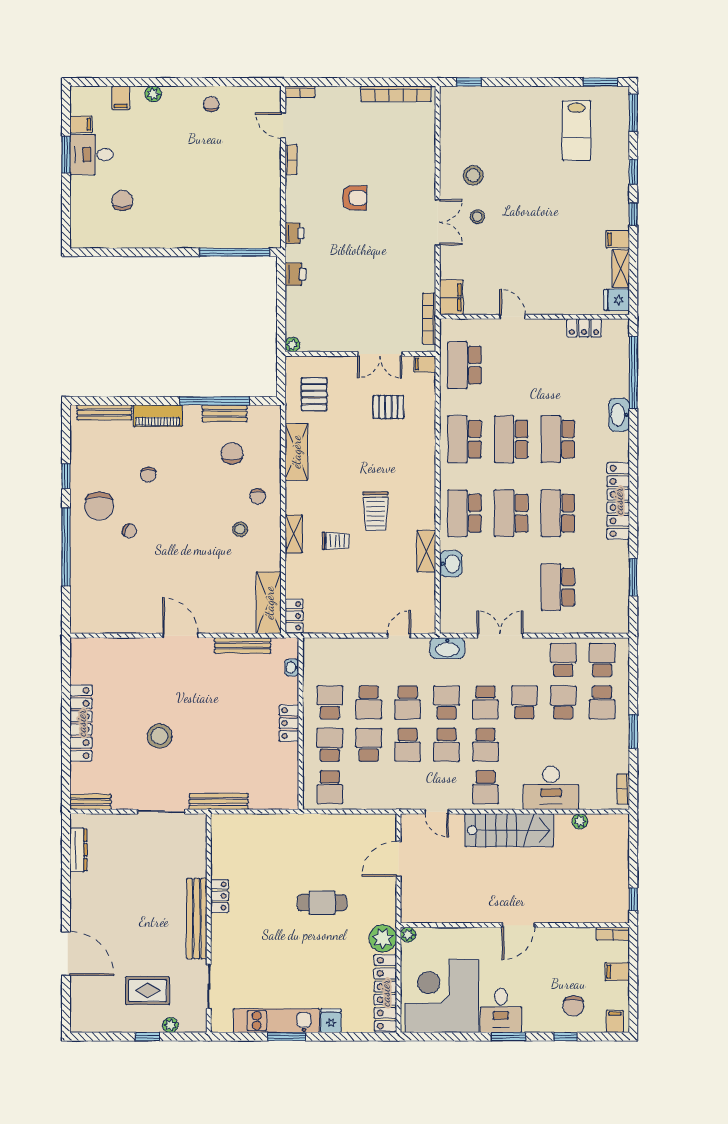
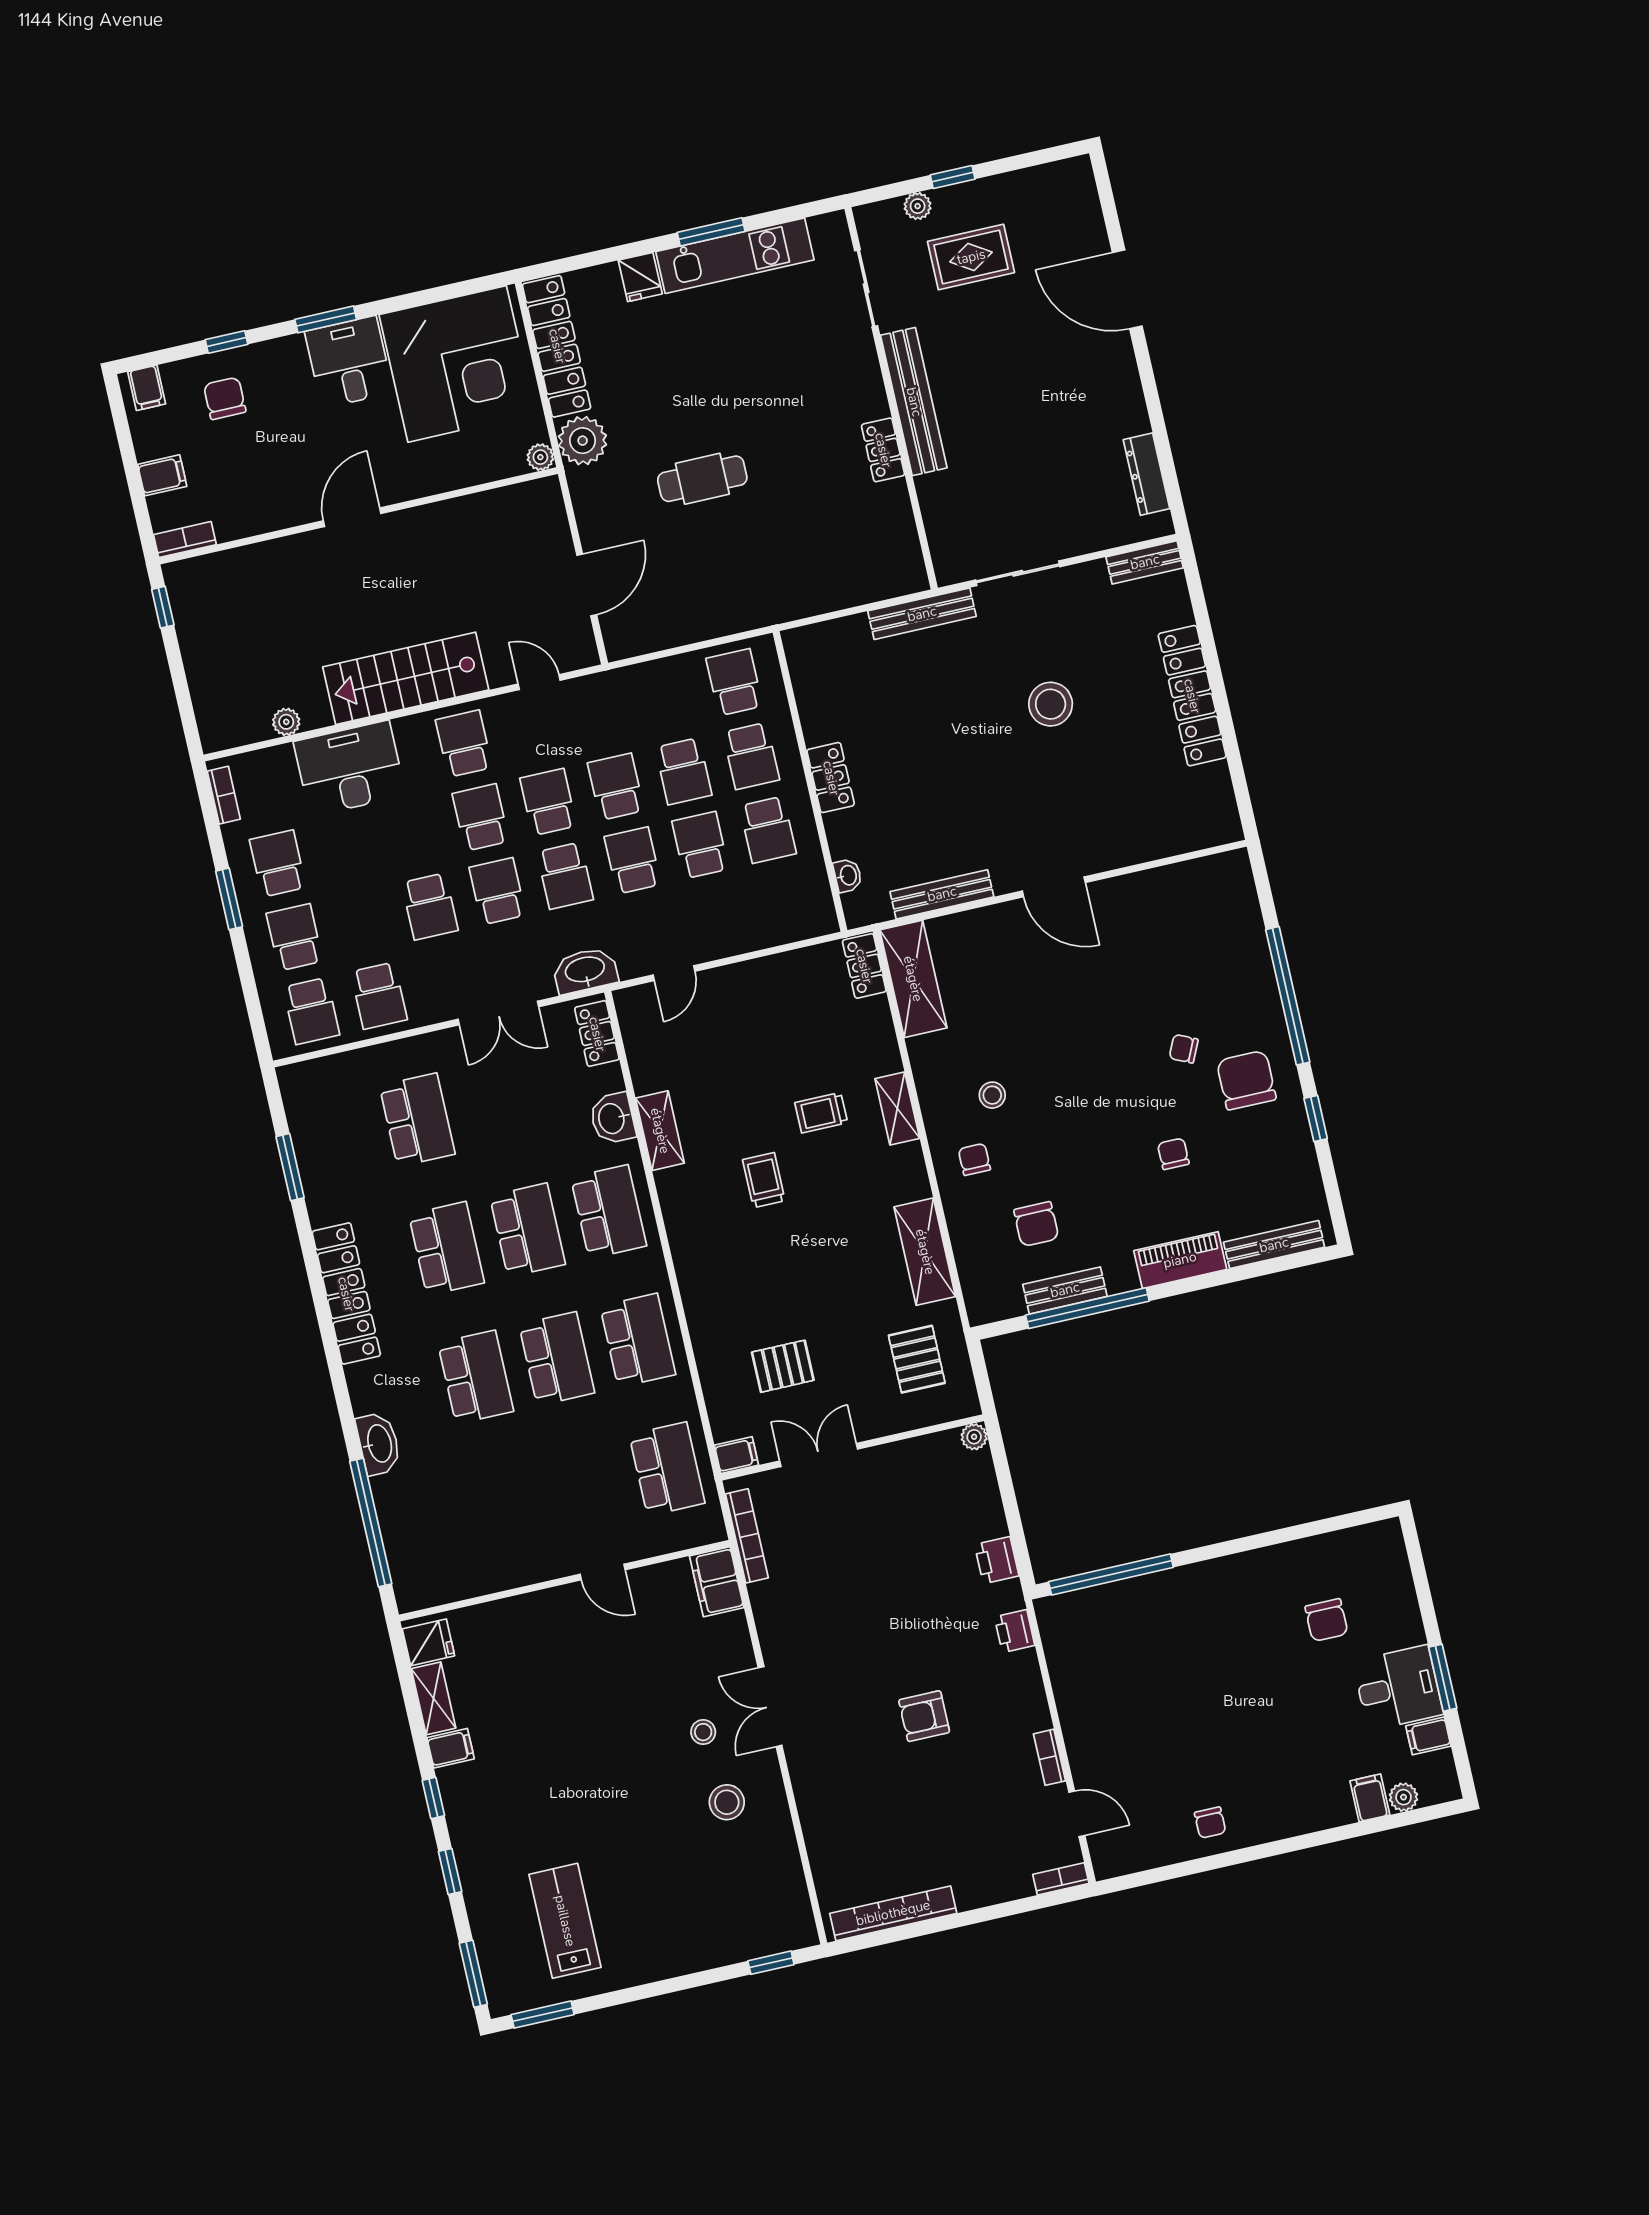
plant: (153, 94) -> (1403, 1797), moved
locker: (584, 328) -> (597, 1034), moved, turned -90
trolley: (376, 511) -> (764, 1180), width x0.73, depth x0.72
school desk: (563, 702) -> (278, 863), moved, turned 180

